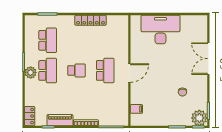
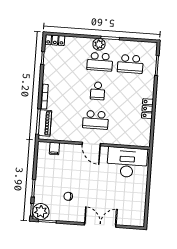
locker: (91, 20) -> (147, 109), width x0.66
desk: (160, 30) -> (127, 162), moved, turned -90
piano: (60, 120) -> (45, 123), moved

